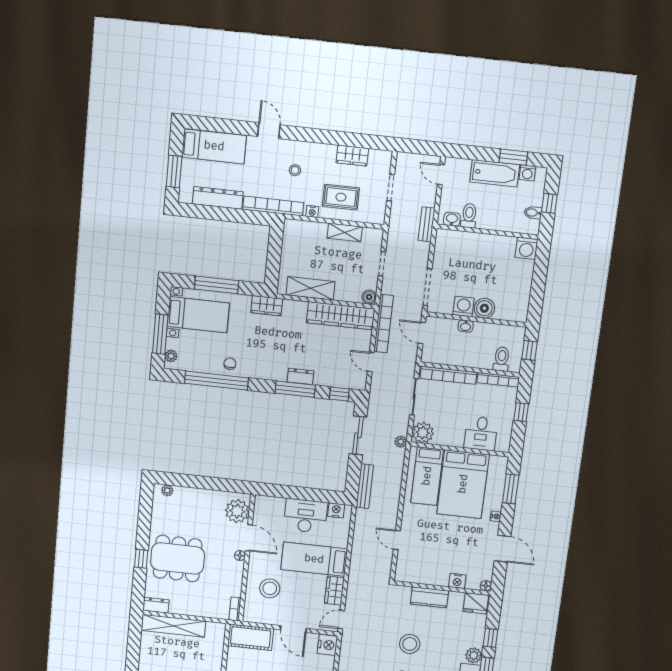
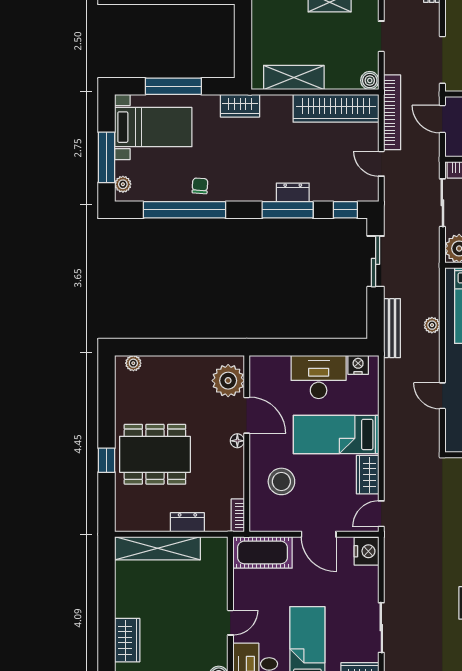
plant: (401, 442) -> (432, 325), moved
dresser: (156, 605) -> (187, 522), moved

